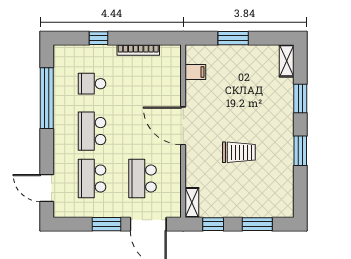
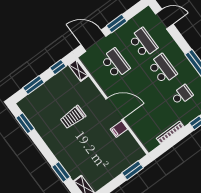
window: (233, 38) -> (133, 170), moved
filing cabinet: (195, 72) -> (119, 129), moved
window: (300, 151) -> (25, 123), moved

